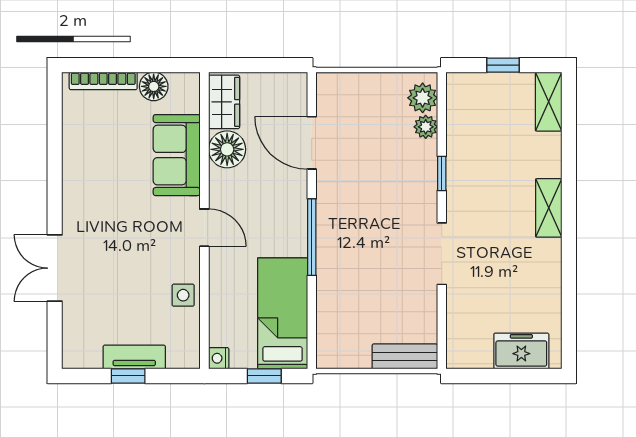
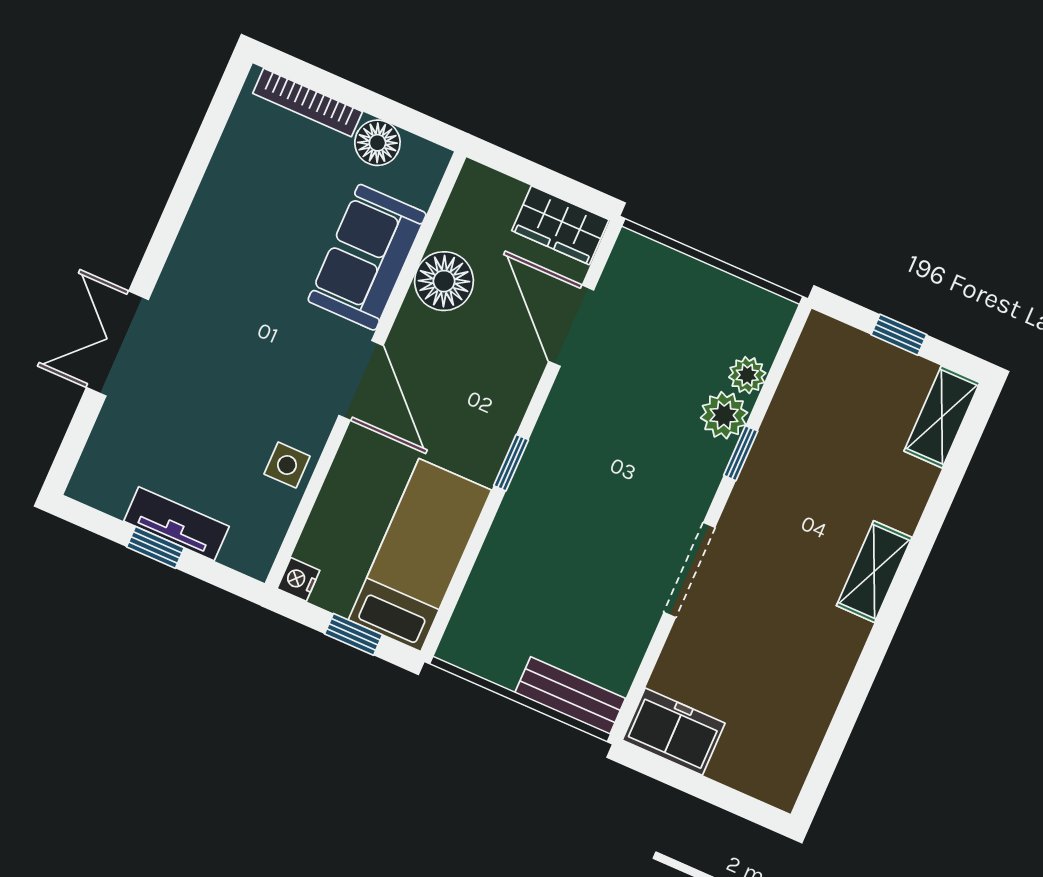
plant: (423, 98) -> (724, 415), moved
wardrobe: (224, 102) -> (560, 225), moved, turned 90
door: (204, 228) -> (361, 380), width x1.38
window: (312, 237) -> (511, 463), width x0.46
freezer: (521, 351) -> (674, 732), moved

